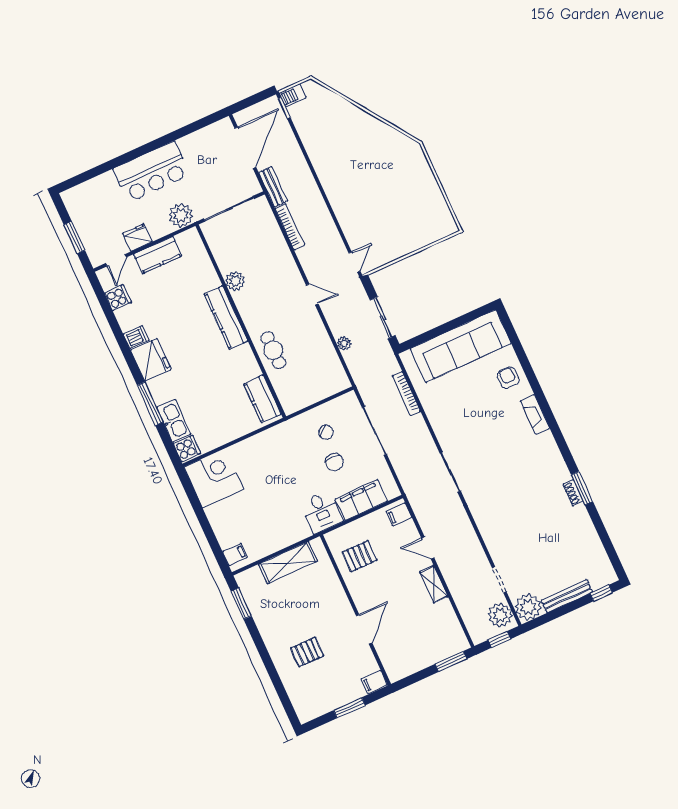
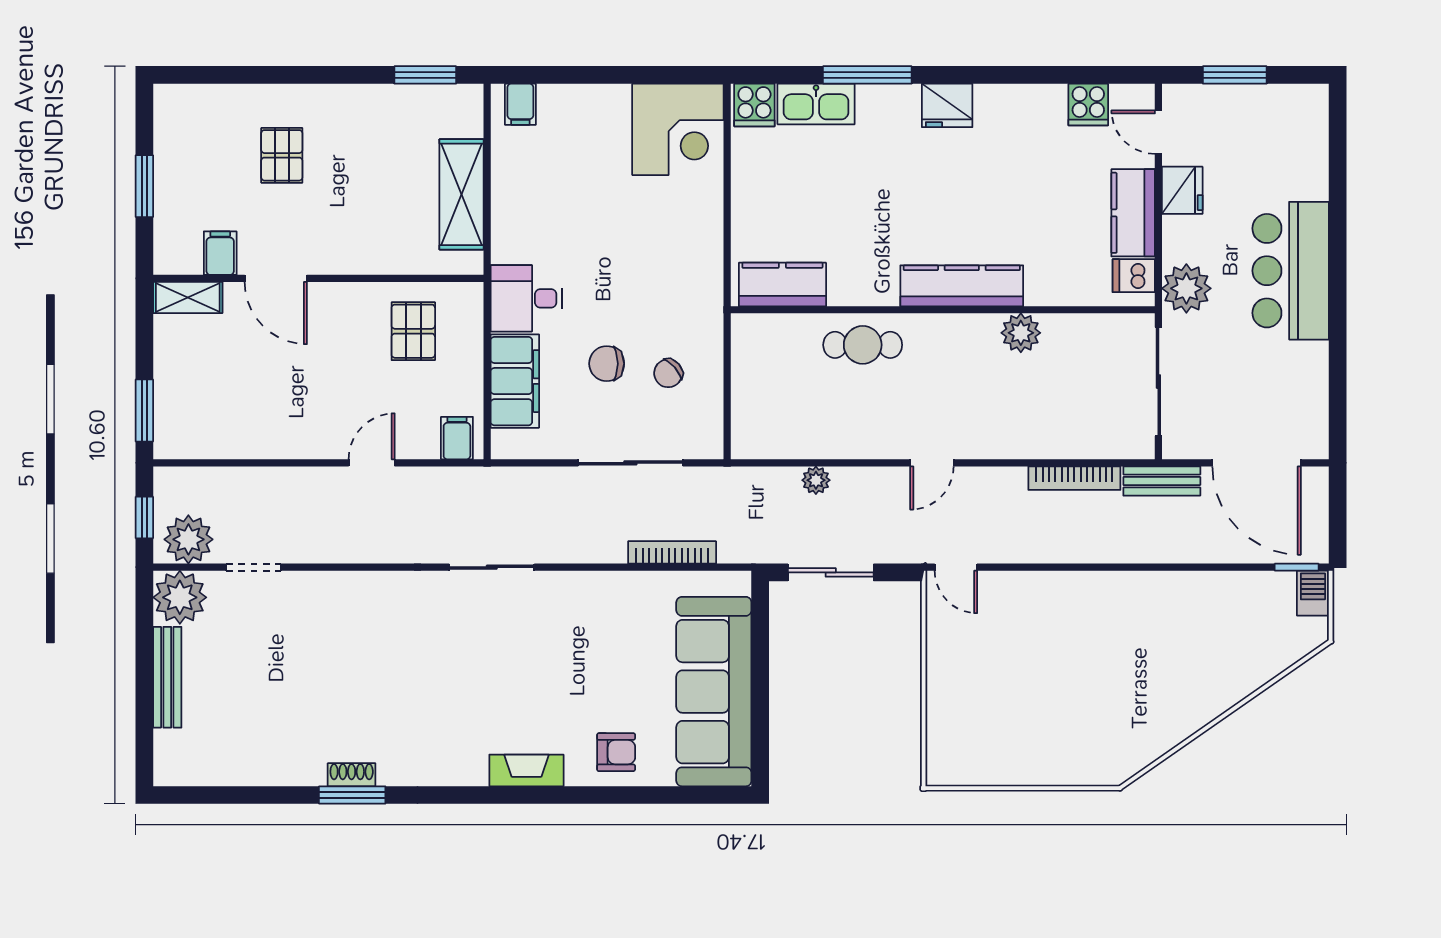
dishwasher: (136, 337) -> (1134, 276), moved, turned 90
fridge: (151, 360) -> (947, 105), width x0.73, depth x0.75
shelving: (434, 584) -> (188, 297), moved
window: (601, 593) -> (144, 743), removed
filing cabinet: (374, 682) -> (220, 253), moved

